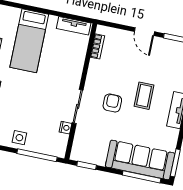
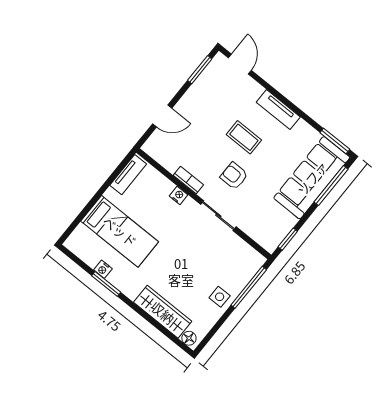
door: (144, 32) -> (162, 116), moved
bookcase: (97, 46) -> (188, 180), moved
nightstand: (65, 128) -> (179, 195), moved

